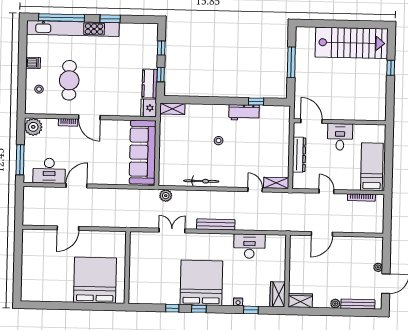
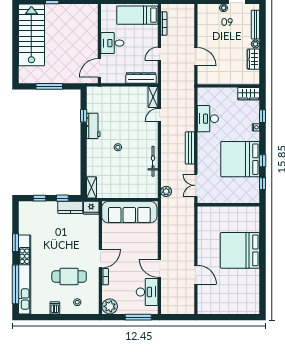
dresser: (299, 155) -> (141, 78), moved
wall: (127, 267) -> (228, 205), moved
wardrobe: (300, 301) -> (253, 59), moved

